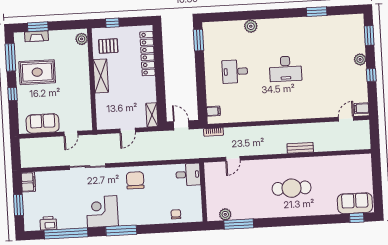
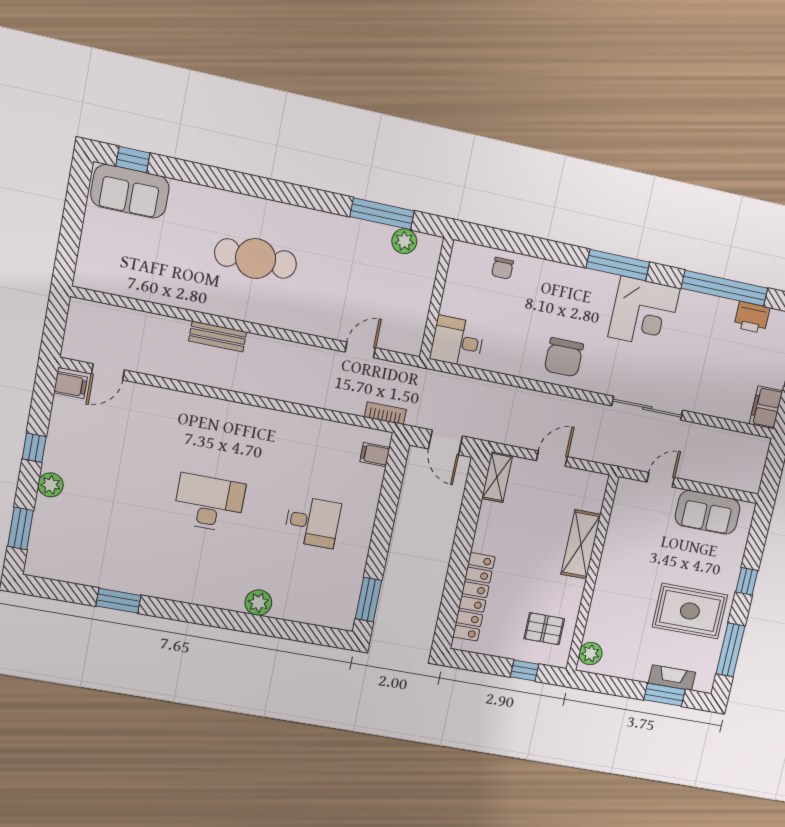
shelving: (101, 76) -> (581, 544), moved

